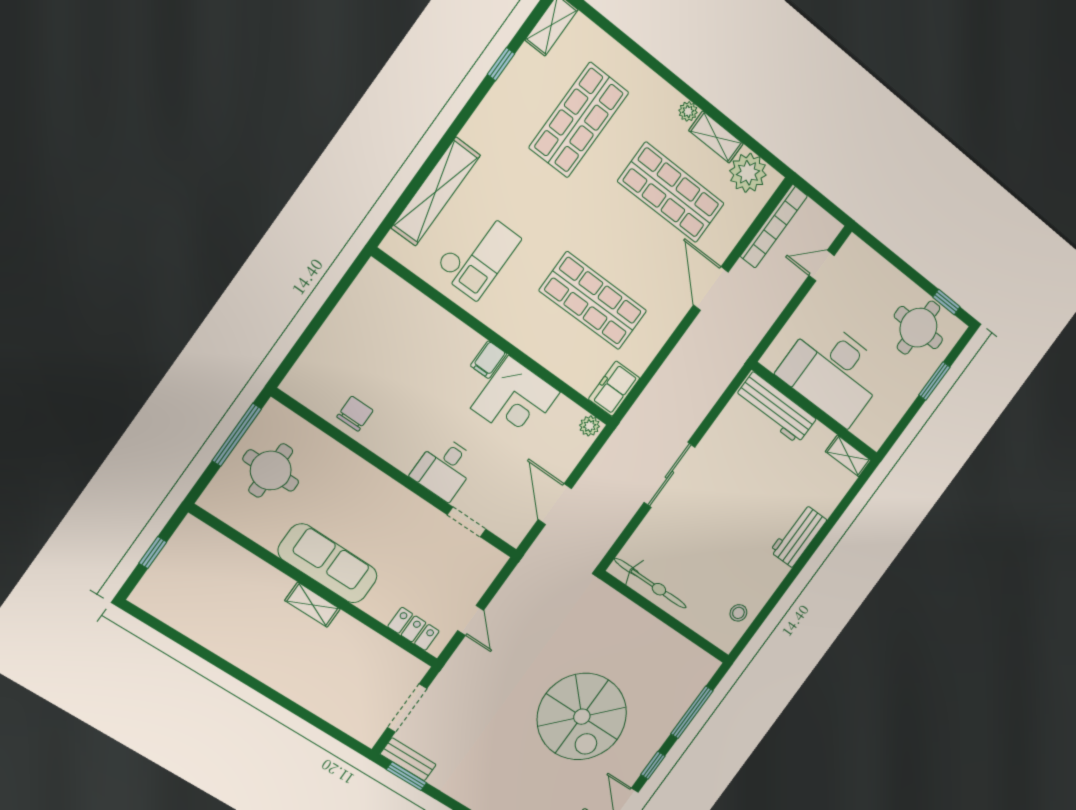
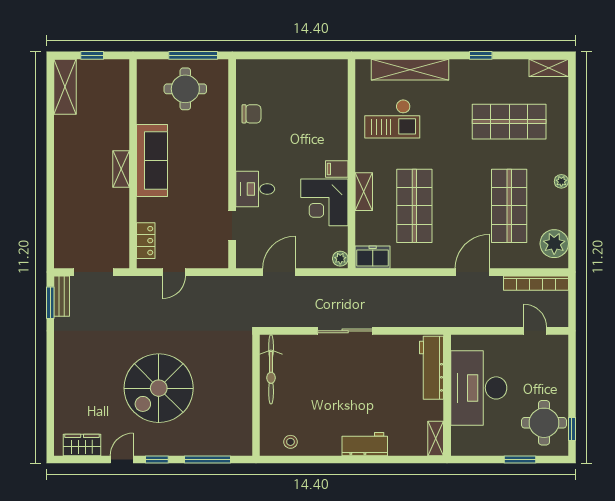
window: (501, 64) -> (481, 55), moved
shelving: (716, 137) -> (364, 192), moved
shelving: (169, 608) -> (65, 87), added

